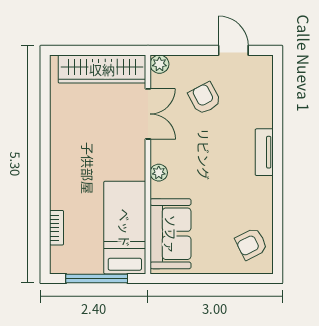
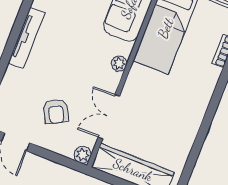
tv unit: (264, 152) -> (27, 38), width x1.41

